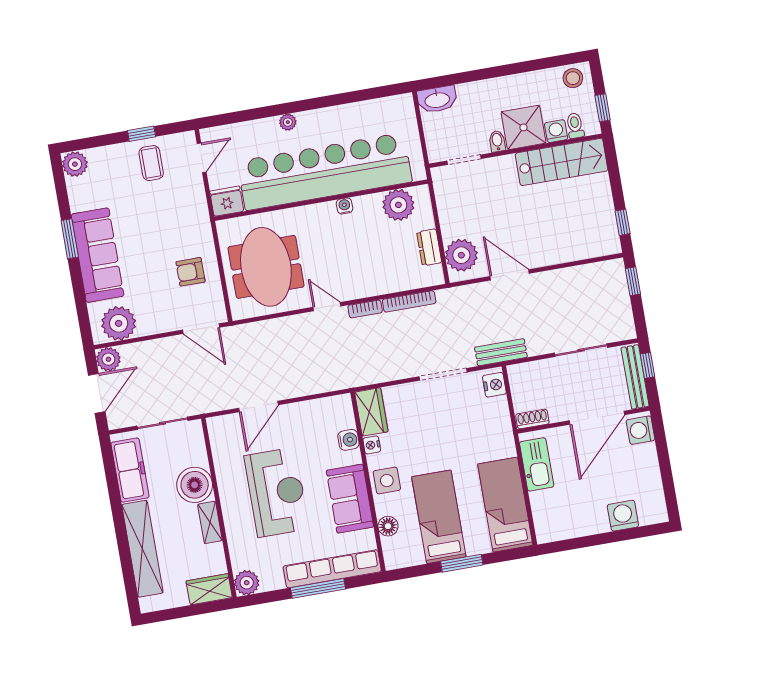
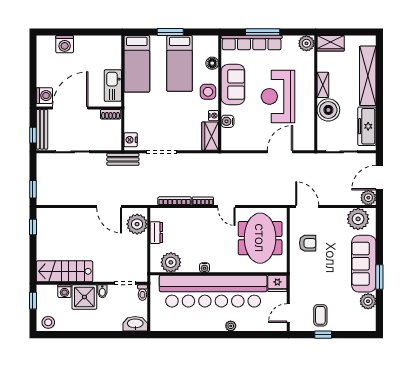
toilet: (575, 126) -> (142, 293), moved
plant: (75, 164) -> (368, 301), moved

